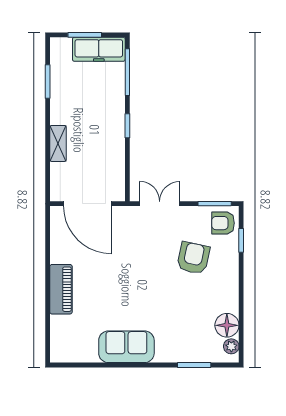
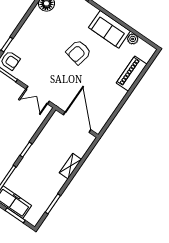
armchair: (193, 258) -> (78, 52), moved
piano: (61, 289) -> (132, 74), moved
plant: (89, 355) -> (133, 39), added

